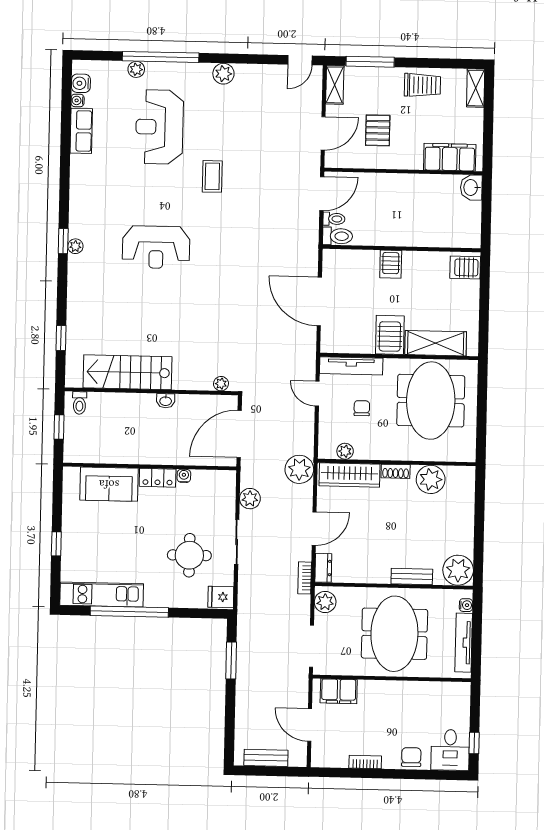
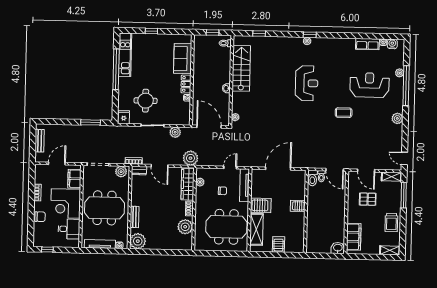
reception desk: (156, 247) -> (307, 83), turned 180
server rack: (465, 267) -> (279, 244), moved
corner desk: (386, 708) -> (66, 204), added
desk: (450, 750) -> (69, 229), moved, turned 180

